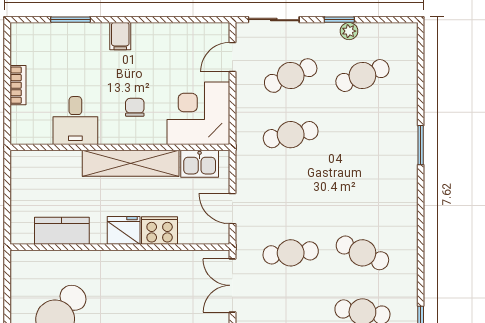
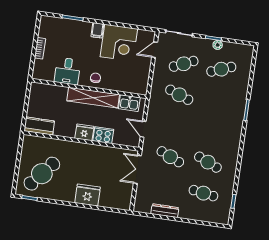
chair: (135, 107) -> (96, 78), moved
corner desk: (198, 113) -> (119, 43), moved, turned 180
cafe table: (291, 135) -> (179, 95), turned 33
kitchen counter: (62, 231) -> (39, 126), moved
cafe table: (291, 253) -> (170, 157), turned 30

